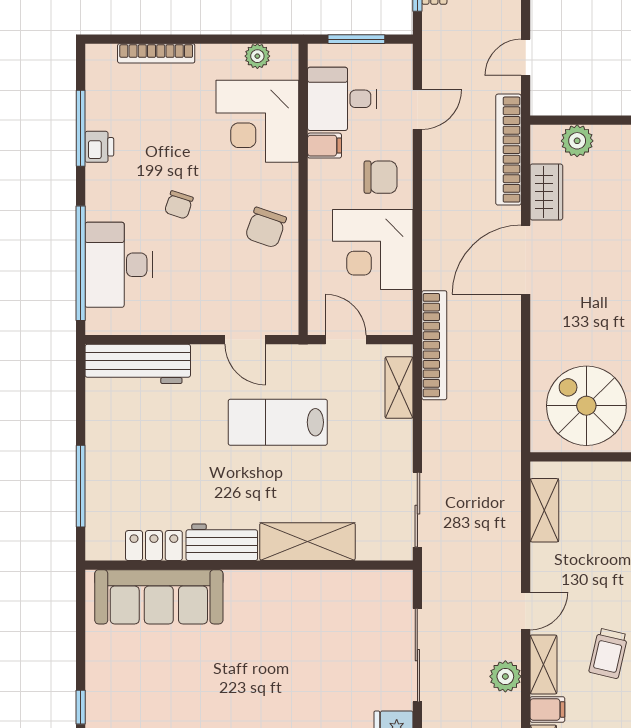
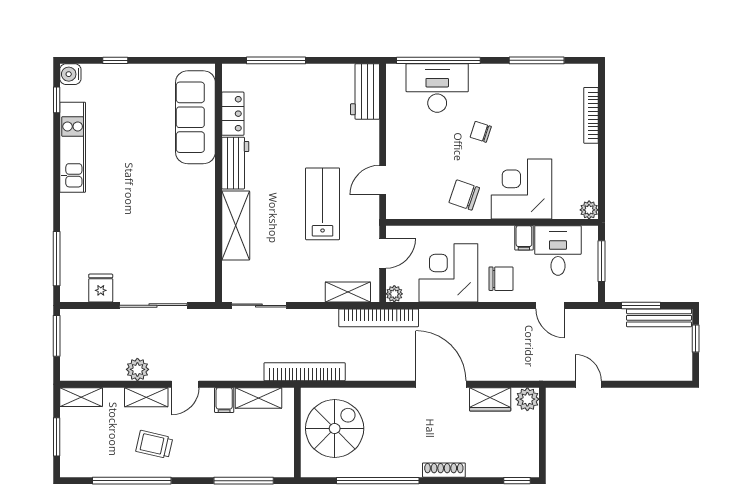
plant: (257, 56) -> (589, 210), moved
corner desk: (257, 121) -> (522, 189), moved
plant: (577, 141) -> (527, 399), moved
printer: (99, 147) -> (523, 74), removed
bookcase: (508, 150) -> (305, 372), moved
chair: (381, 177) -> (501, 279), turned -90
plant: (401, 324) -> (394, 294), added
workbench: (138, 364) -> (365, 91), width x0.73
door: (526, 611) -> (185, 384), hinge flipped
filing cabinet: (547, 709) -> (224, 400), moved

